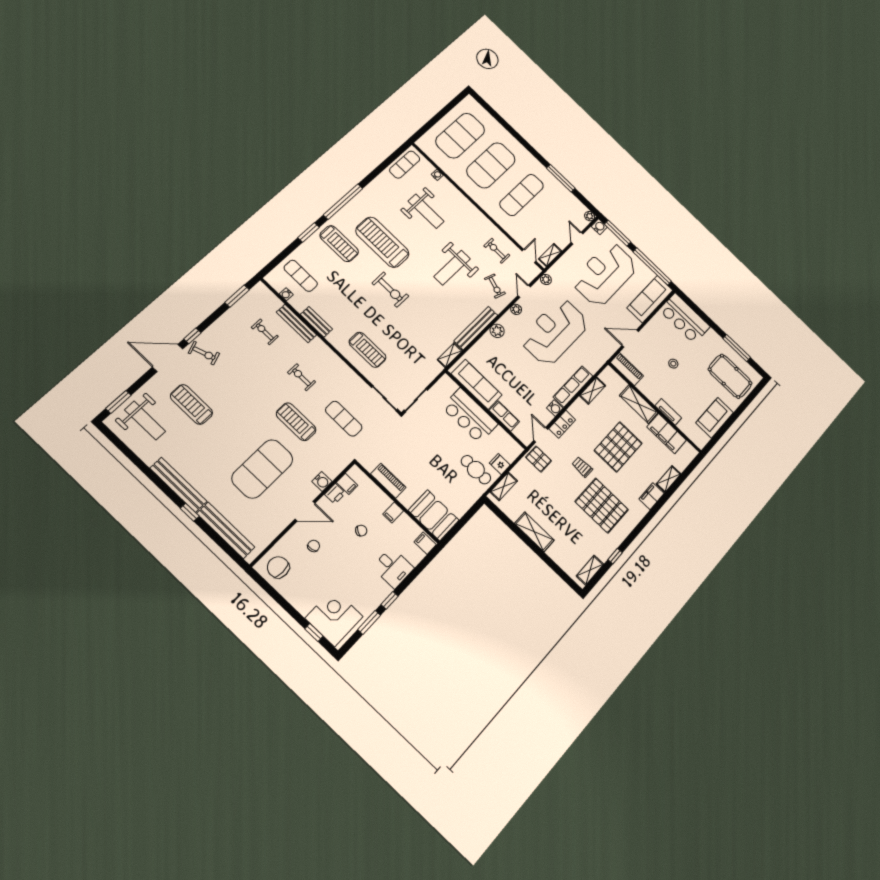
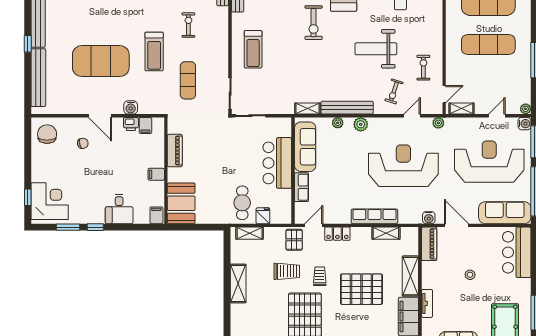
plant: (516, 309) -> (338, 123), moved
water cooler: (555, 408) -> (429, 218), moved
treadmill: (296, 422) -> (154, 51), turned 180
trolley: (557, 487) -> (287, 271), added
chair: (361, 531) -> (123, 165), removed

